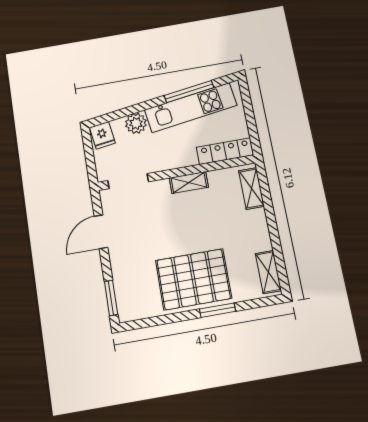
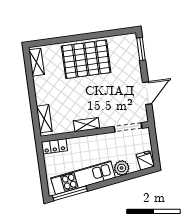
window: (189, 92) -> (70, 193), moved
locker: (225, 151) -> (54, 146), width x0.66
window: (217, 310) -> (71, 39), removed

